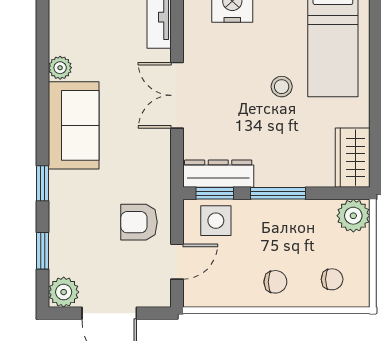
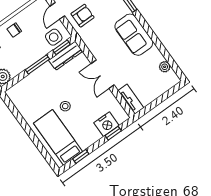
plant: (60, 68) -> (165, 67), moved
double door: (177, 95) -> (103, 74), swing flipped
wardrobe: (353, 158) -> (19, 98), removed

